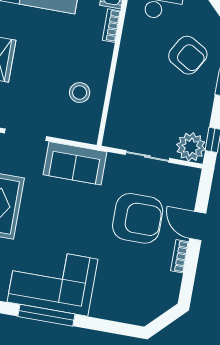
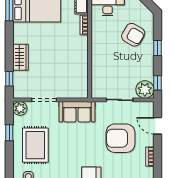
stool: (80, 93) -> (72, 69), removed
armchair: (138, 218) -> (120, 138), turned 180
door: (198, 226) -> (157, 126), moved

